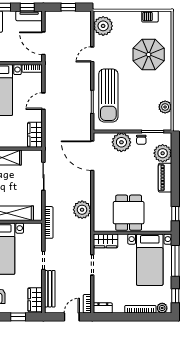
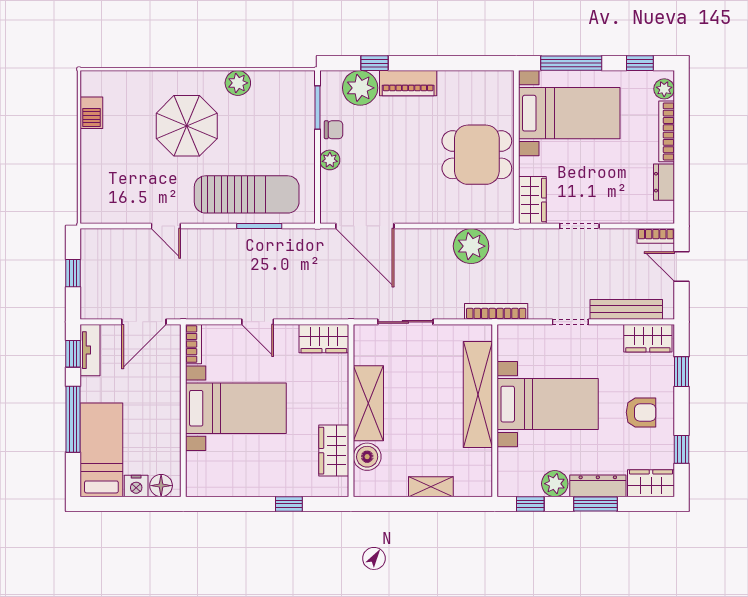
plant: (103, 26) -> (110, 205), removed
parasol: (149, 55) -> (187, 126), moved
plant: (165, 107) -> (238, 83), moved
plant: (121, 142) -> (330, 160), width x0.53, depth x0.53
door: (92, 156) -> (365, 226), hinge flipped
window: (175, 214) -> (374, 63), moved
dresser: (103, 308) -> (664, 182), moved

